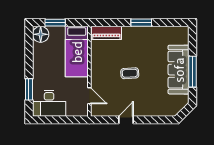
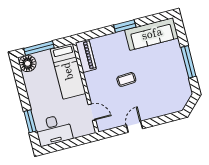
window: (55, 23) -> (39, 48), width x1.44
piano: (106, 33) -> (86, 56), moved, turned -90
sofa: (179, 70) -> (152, 34), moved, turned -90

